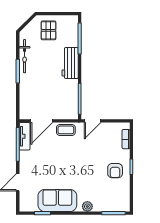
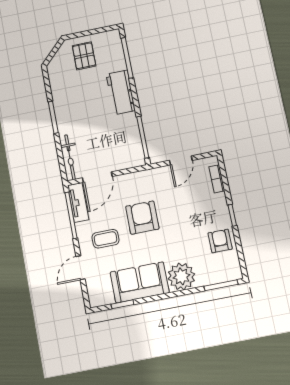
bicycle: (25, 56) -> (70, 157), moved
door: (93, 121) -> (181, 160), moved
coffee table: (66, 130) -> (106, 239), moved
armchair: (68, 156) -> (142, 218), added
armchair: (115, 171) -> (220, 241), moved, turned 180
plant: (87, 206) -> (181, 276), width x1.88, depth x1.88

